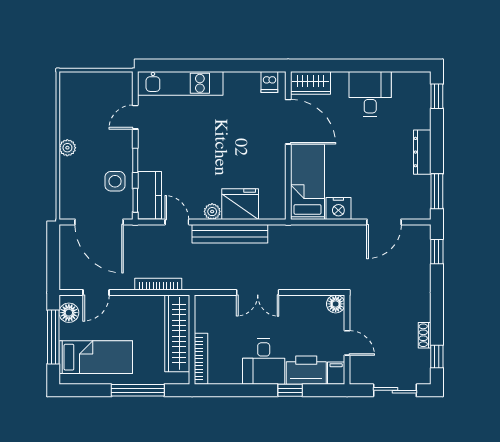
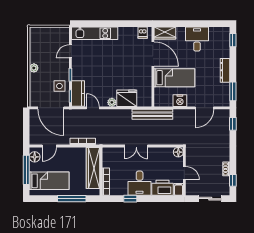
bed: (308, 182) -> (174, 78), moved, turned 90
bench: (230, 234) -> (152, 114), moved
window: (290, 390) -> (130, 199), moved

